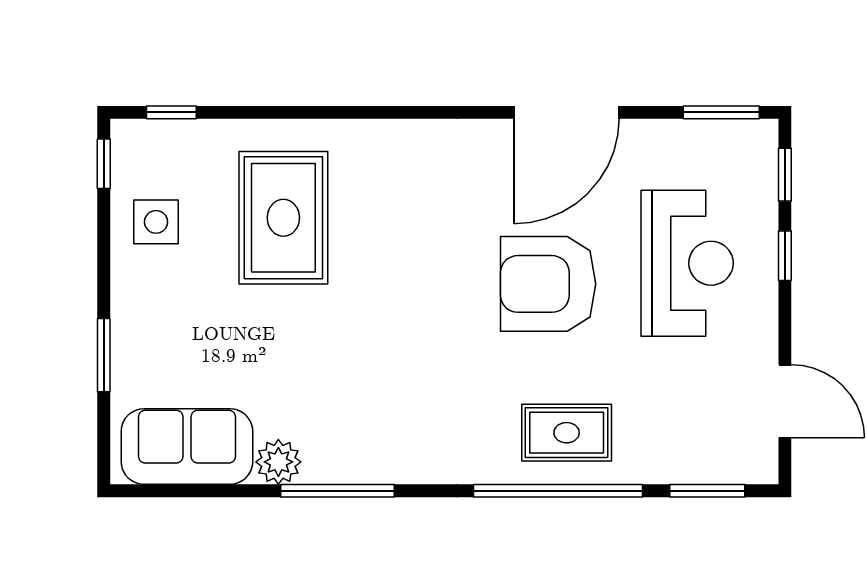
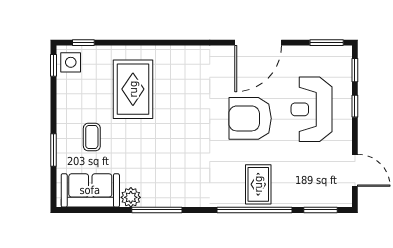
side table: (156, 222) -> (71, 62), moved
reception desk: (687, 263) -> (312, 109), turned 180
coffee table: (190, 326) -> (92, 137), added
rug: (567, 433) -> (258, 184), turned 90

